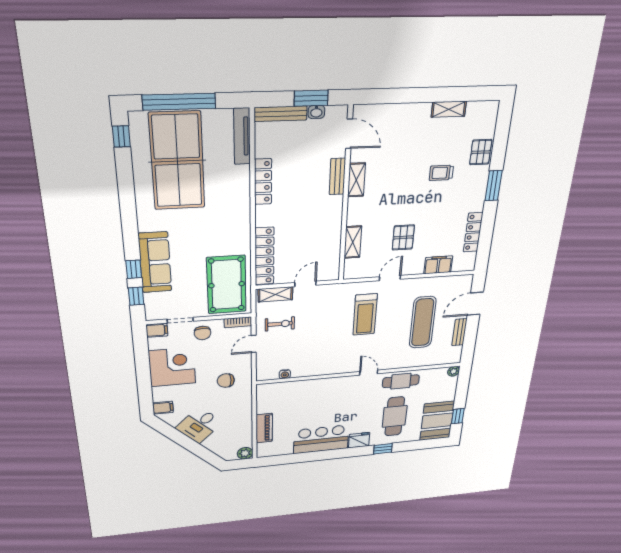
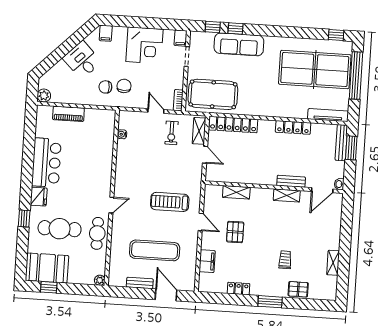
window: (311, 98) -> (351, 148), moved
washbasin: (316, 112) -> (339, 184), moved
locker: (473, 232) -> (238, 289), width x0.66
pallet: (403, 237) -> (235, 232), turned 90
chair: (203, 333) -> (105, 87), moved

